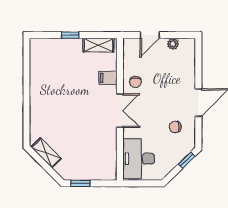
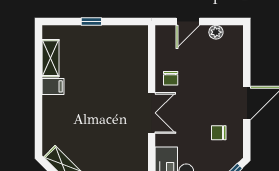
shelving: (98, 45) -> (51, 58), moved, turned 90
filing cabinet: (108, 78) -> (53, 86), moved, turned 180

